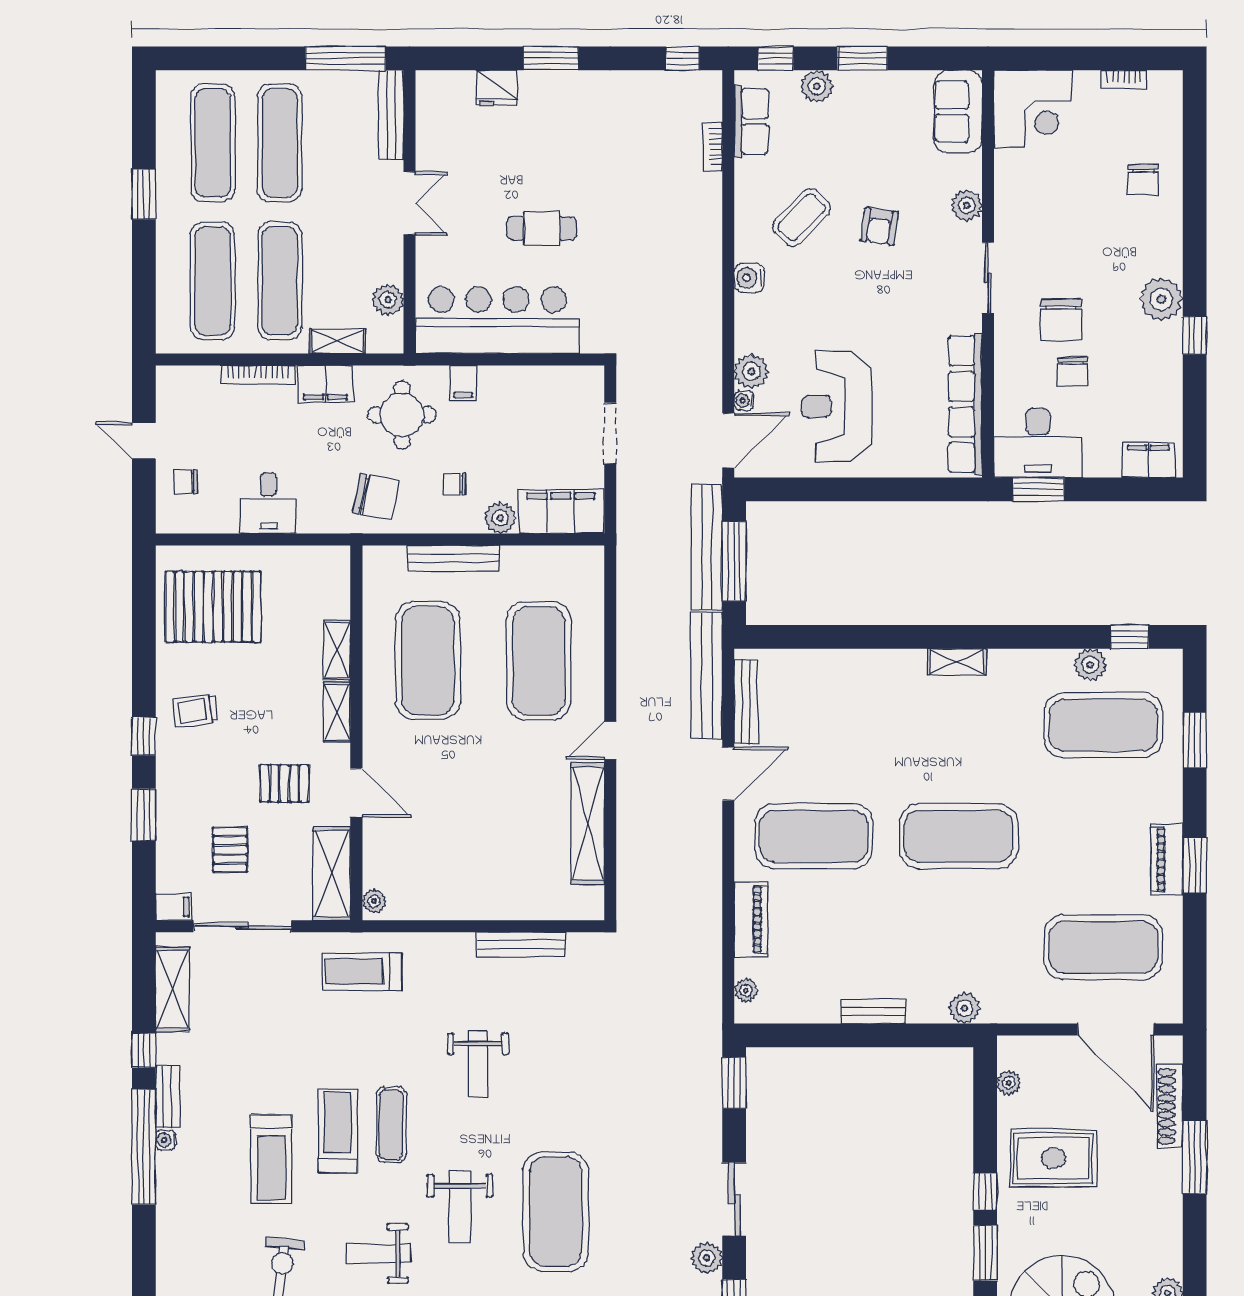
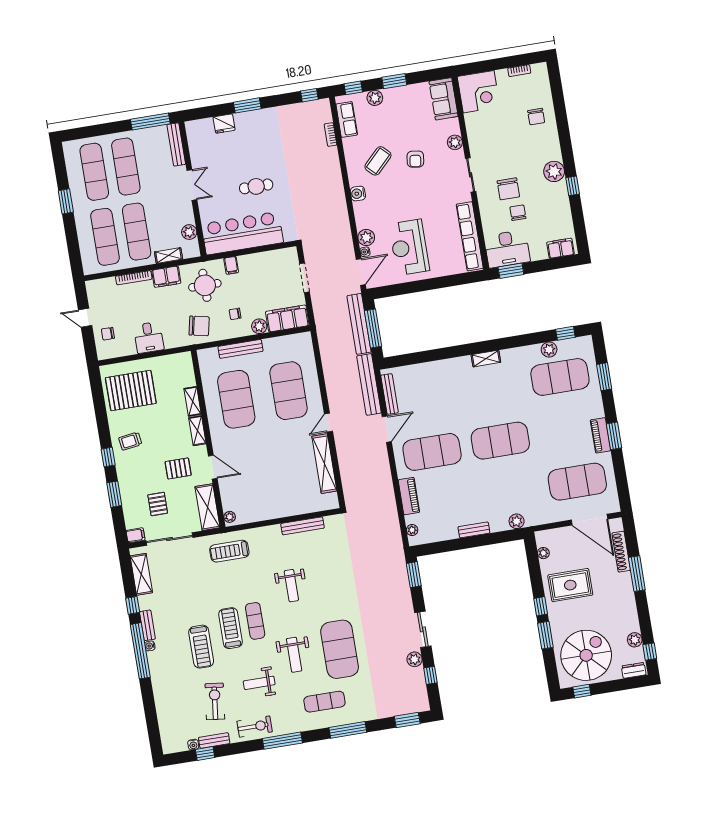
chair: (1072, 372) -> (518, 213), turned 180

